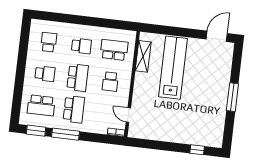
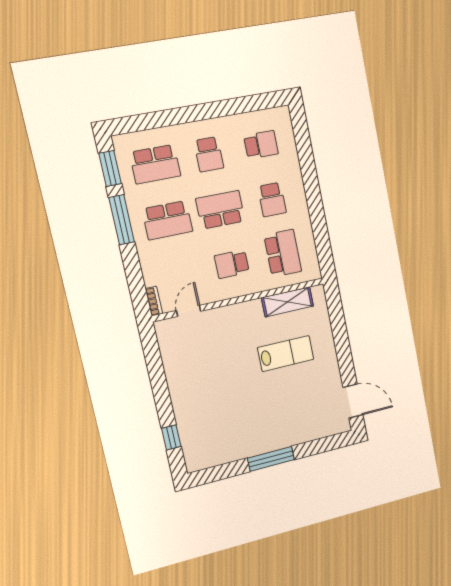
lab bench: (173, 68) -> (286, 354), width x0.54, depth x0.72
school desk: (78, 78) -> (220, 210), turned 180
school desk: (41, 105) -> (155, 164), turned -90

